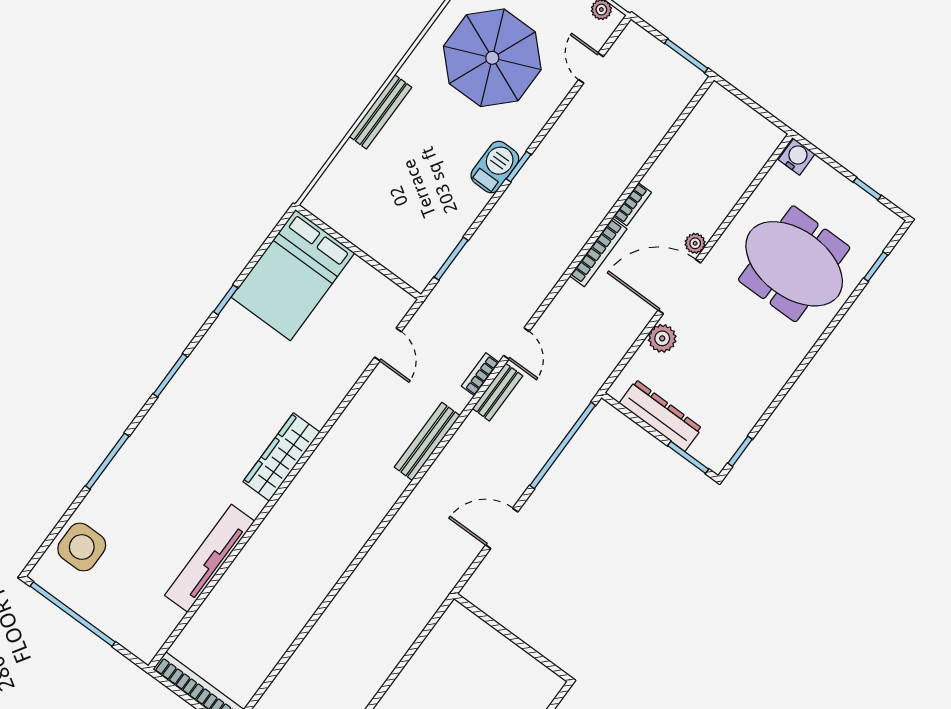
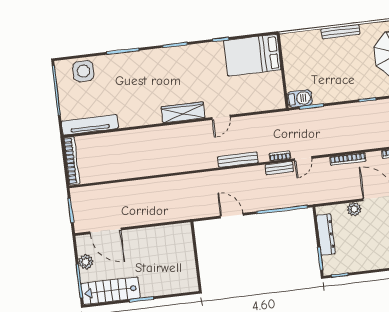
barbecue: (495, 167) -> (300, 99), moved
bookcase: (598, 252) -> (348, 159), moved
door: (388, 344) -> (221, 117), moved
tv unit: (210, 558) -> (90, 125), moved

